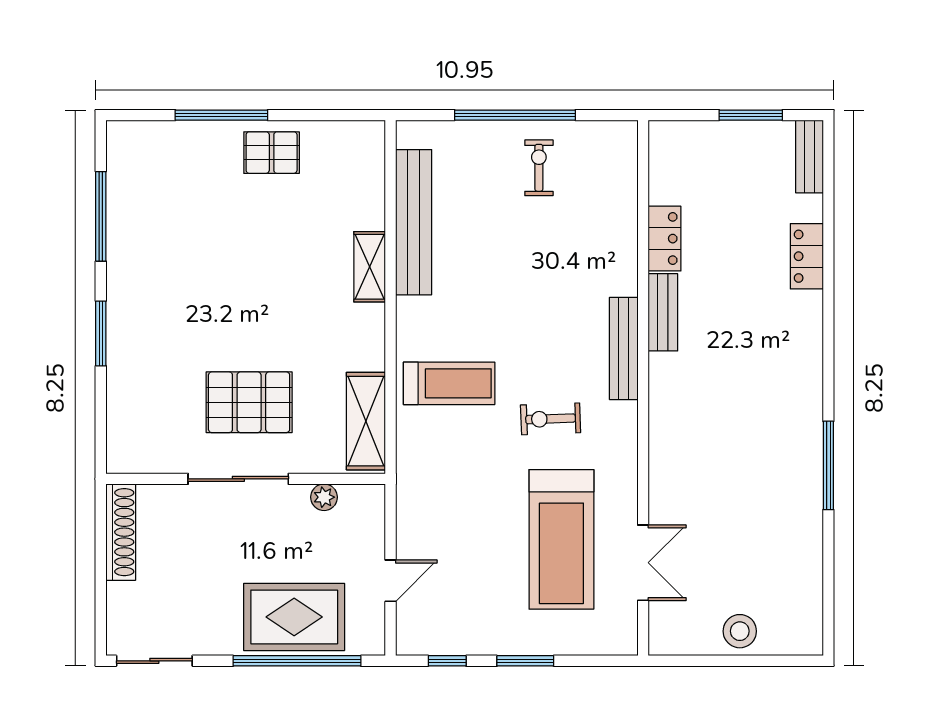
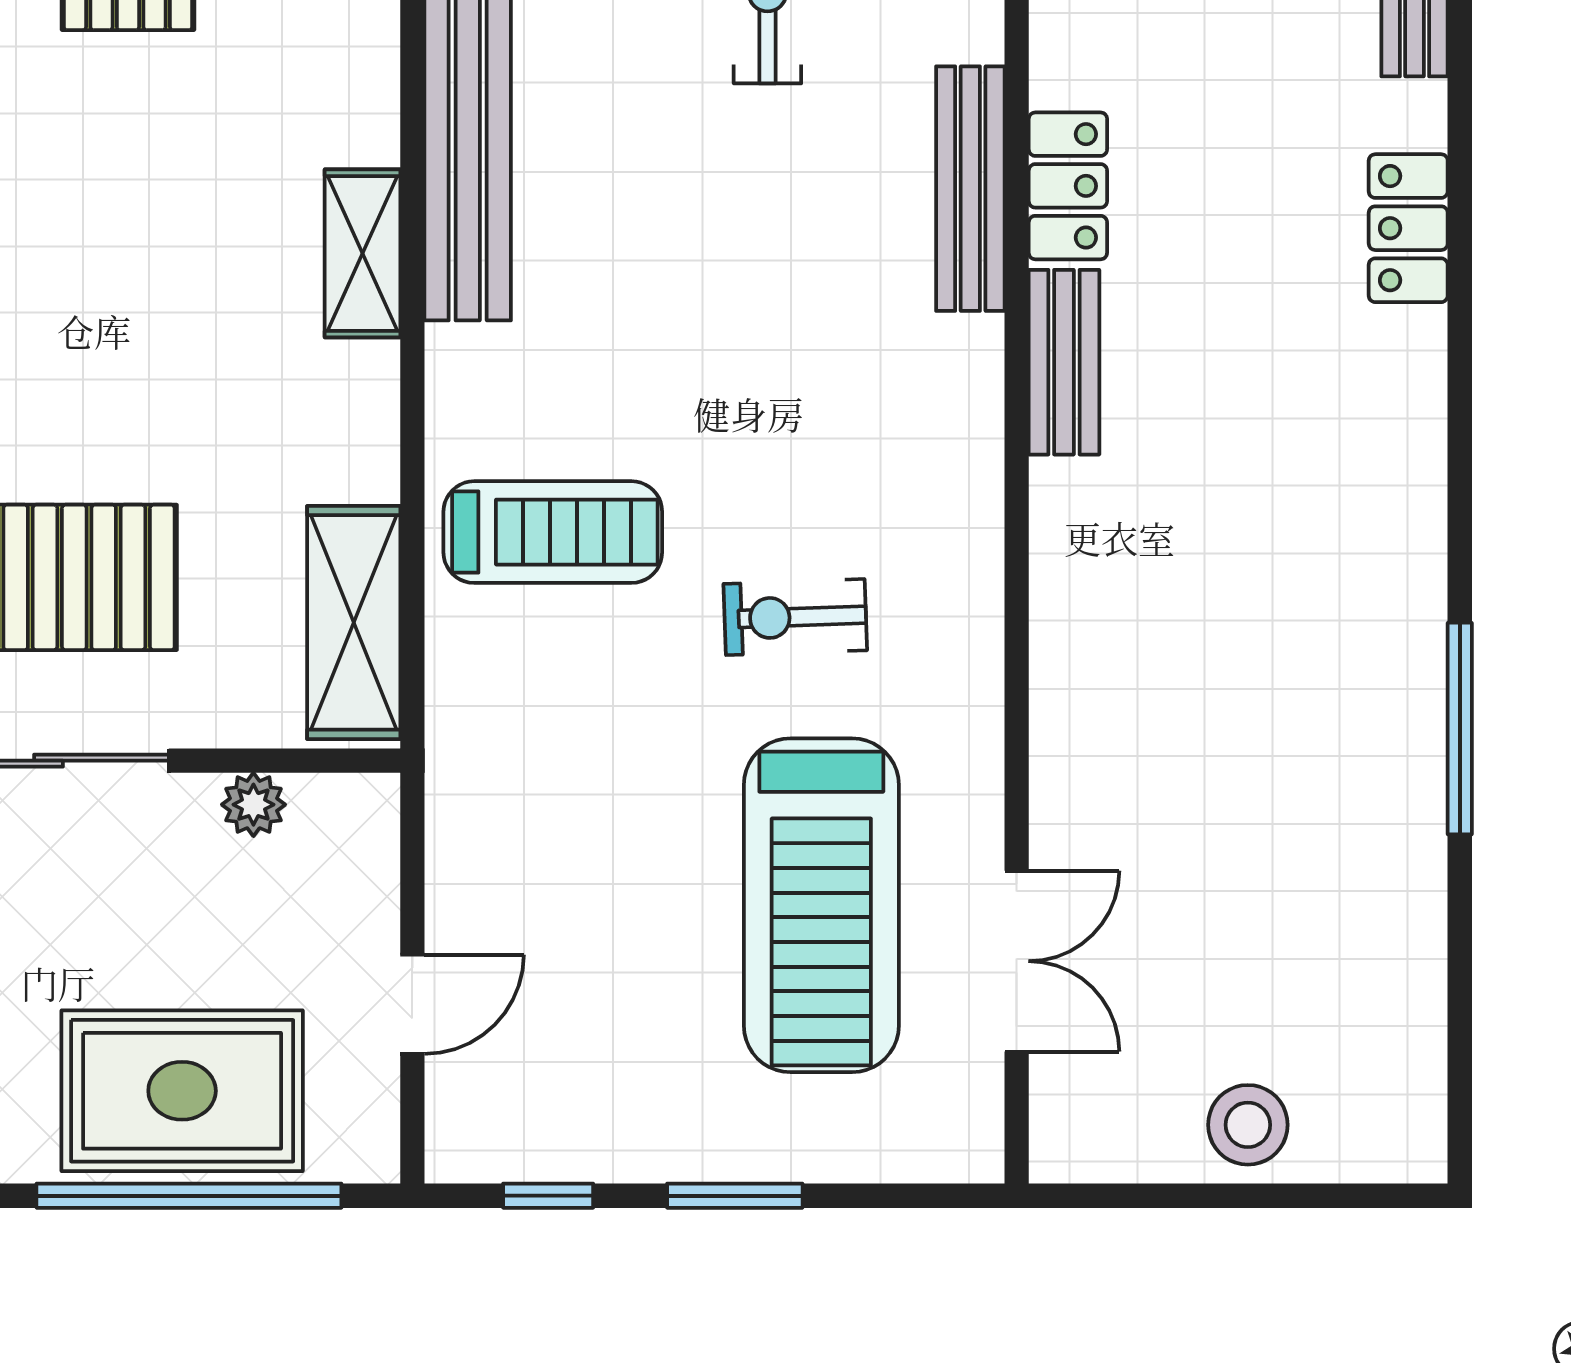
bench: (624, 348) -> (970, 189), moved

